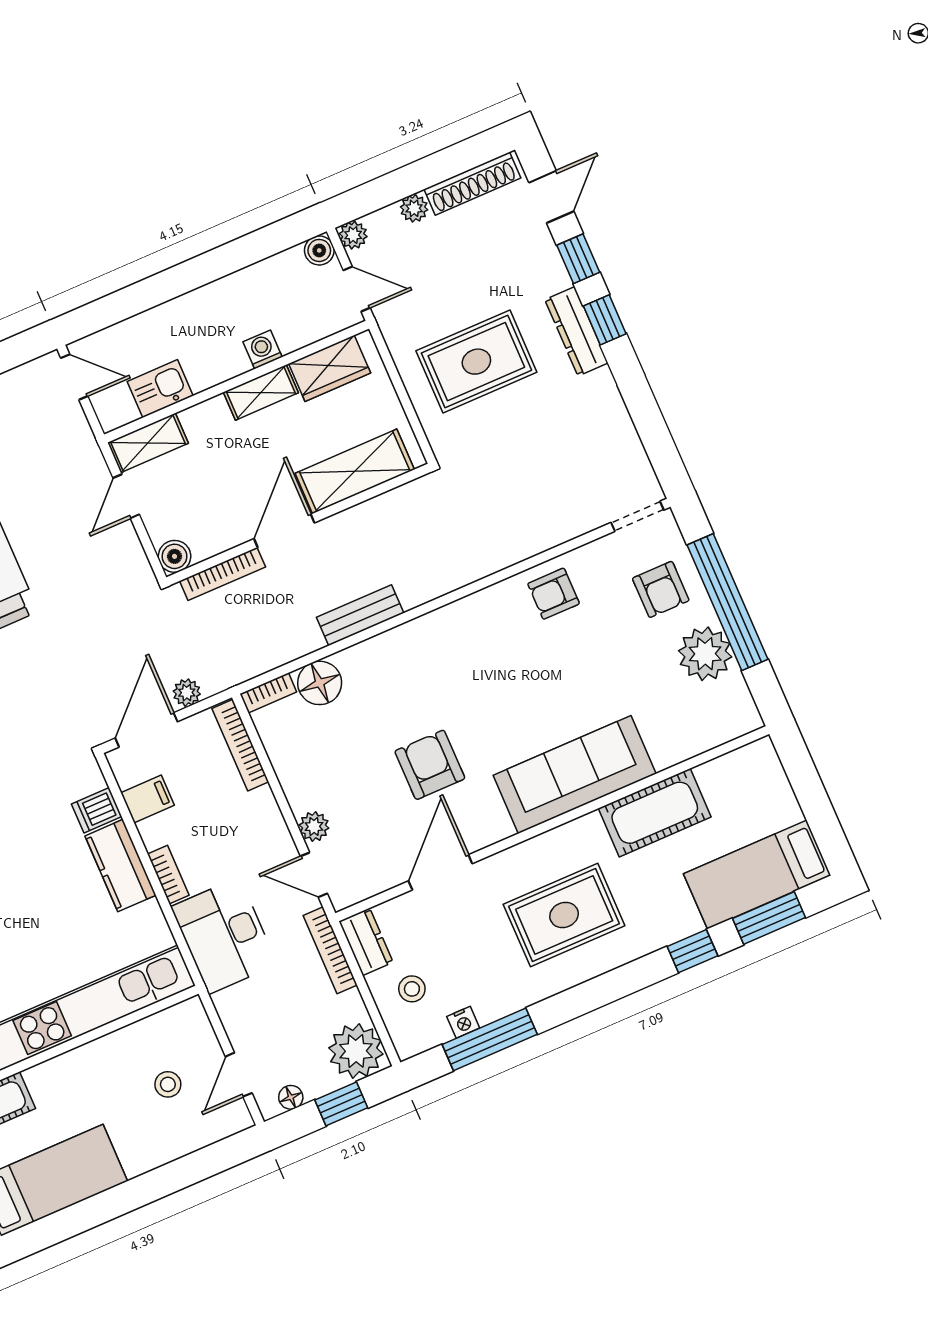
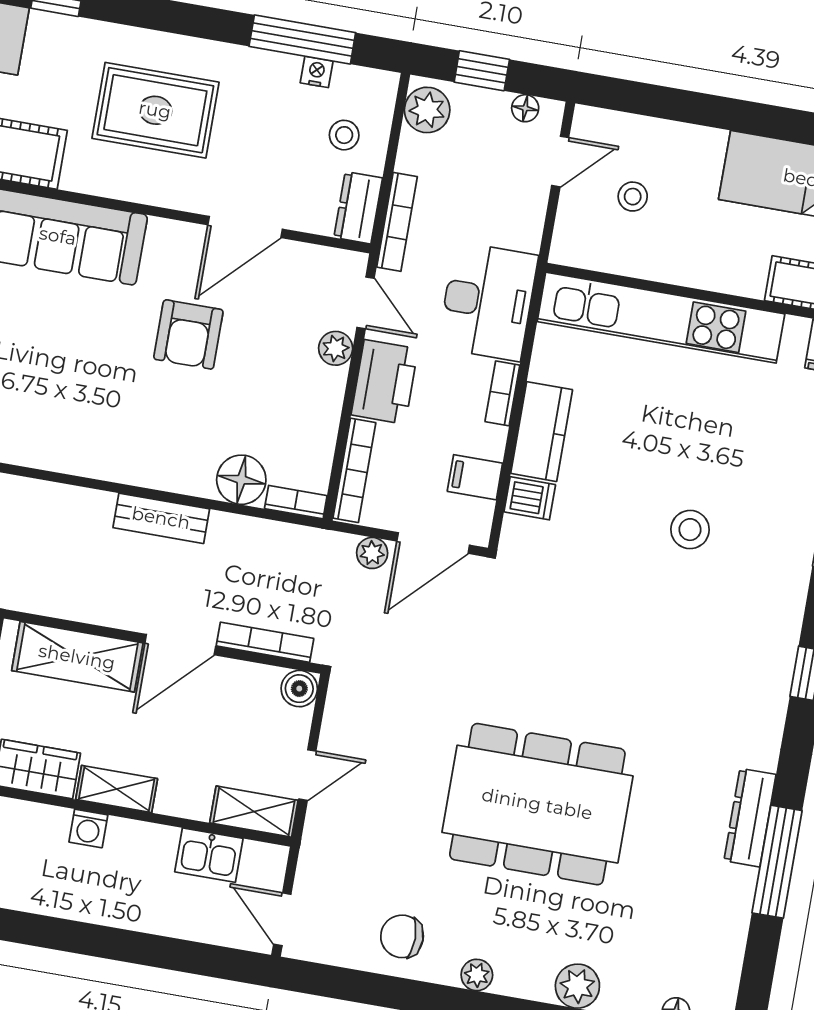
printer: (261, 826) -> (385, 382), added
plant: (356, 1051) -> (427, 110), width x0.73, depth x0.73

